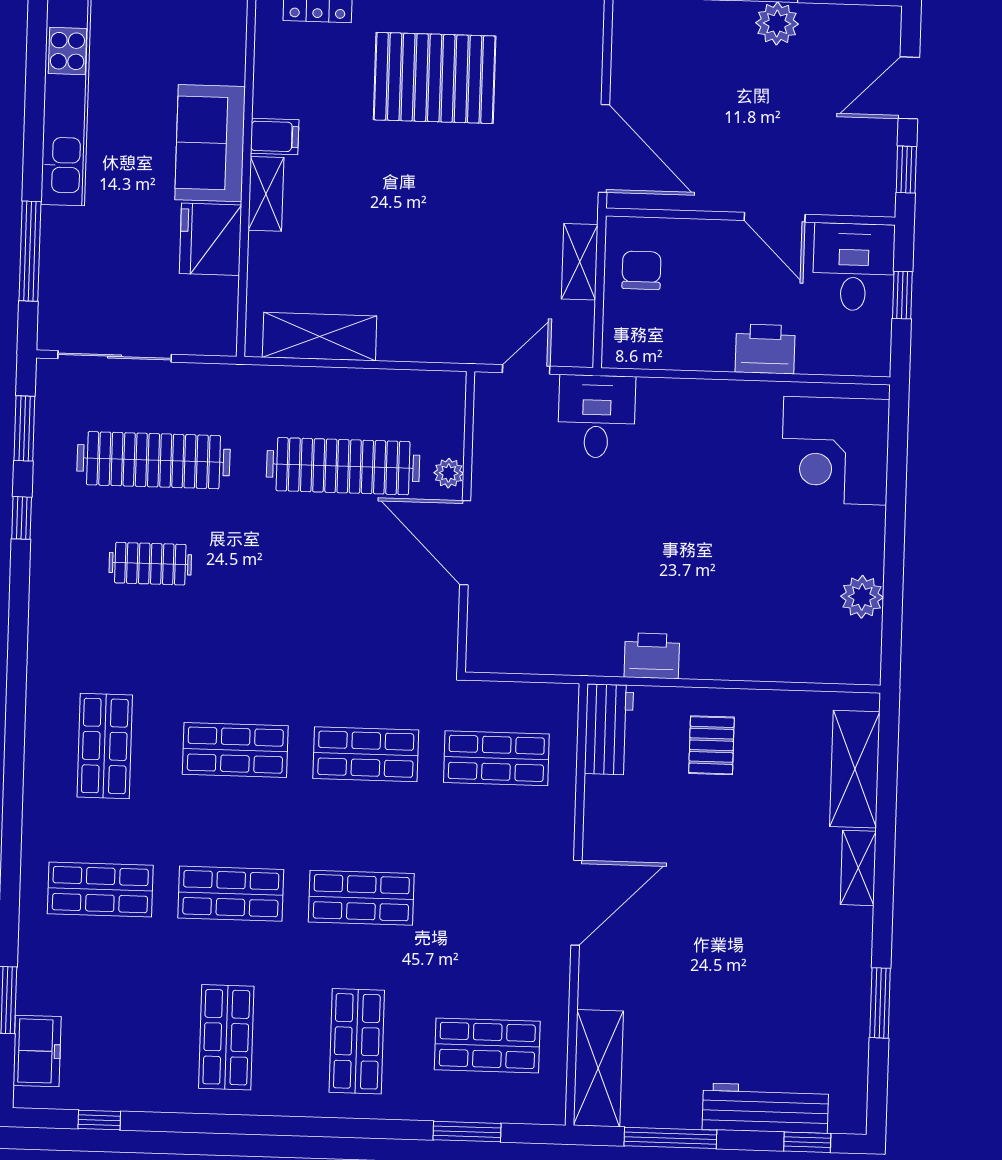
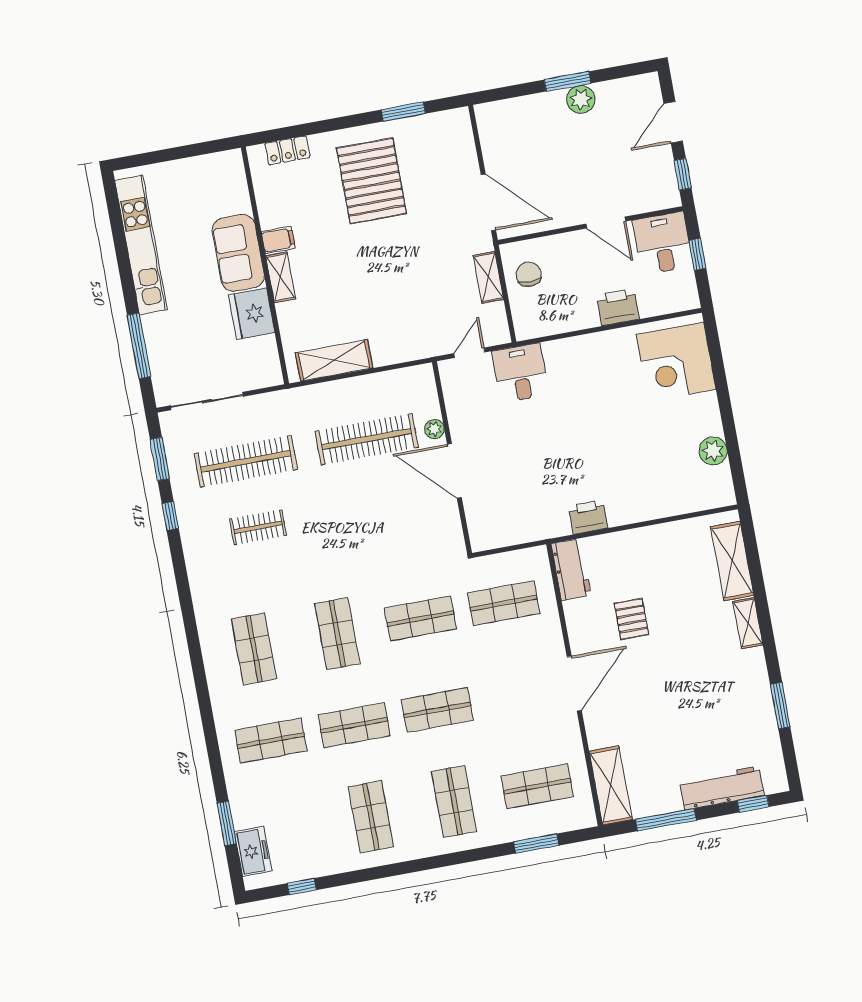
pallet: (435, 78) -> (371, 181), turned 90
pallet: (711, 745) -> (632, 619), moved
shop shelf: (235, 750) -> (337, 634), turned 90

